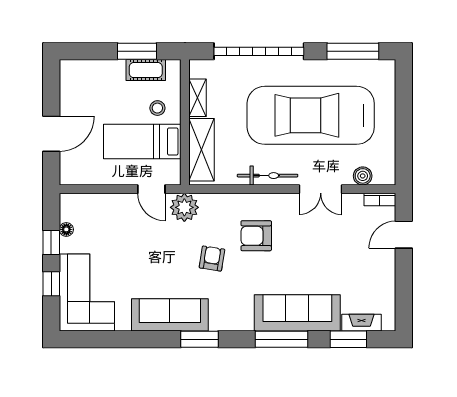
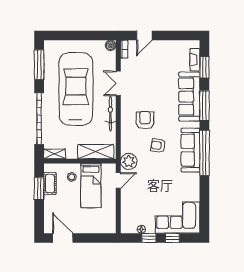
shelving: (198, 98) -> (55, 154), moved
car: (311, 115) -> (76, 89), turned 180
door: (51, 134) -> (63, 238), moved
boiler: (363, 176) -> (111, 45), moved
double door: (321, 189) -> (118, 83), swing flipped
door: (404, 235) -> (144, 35), hinge flipped
armchair: (256, 236) -> (145, 120), turned 180
sofa: (170, 315) -> (190, 150), moved
window: (199, 339) -> (204, 153), width x2.11

